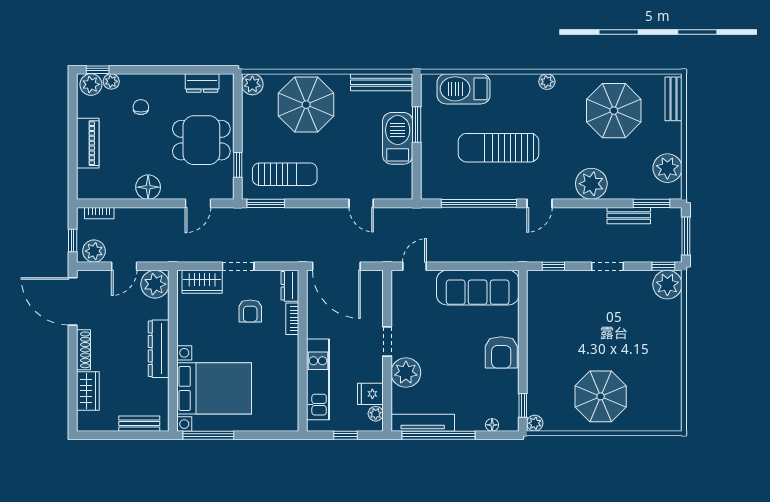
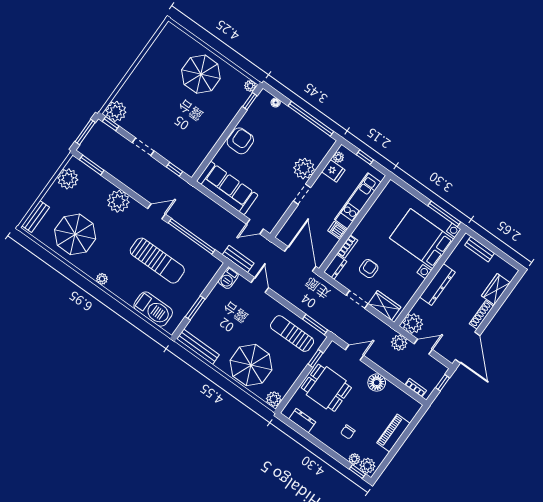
barbecue: (398, 138) -> (228, 278), moved, width x0.53, depth x0.65
bench: (629, 216) -> (238, 259), moved
plant: (94, 251) -> (399, 343), moved
dishwasher: (317, 329) -> (337, 230), added
tv unit: (423, 423) -> (315, 132), removed

